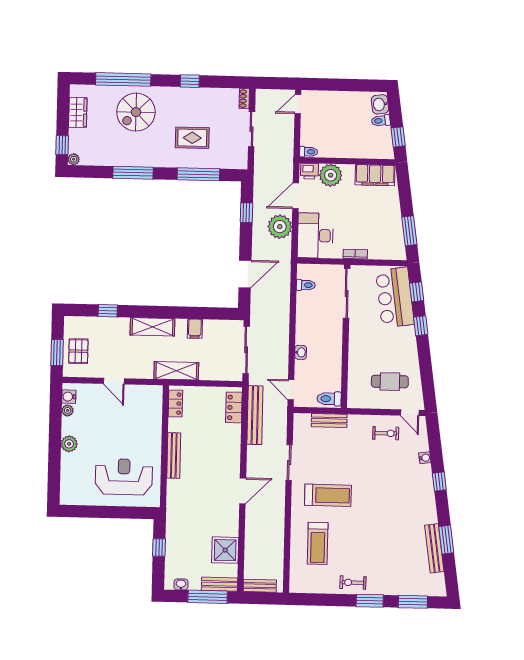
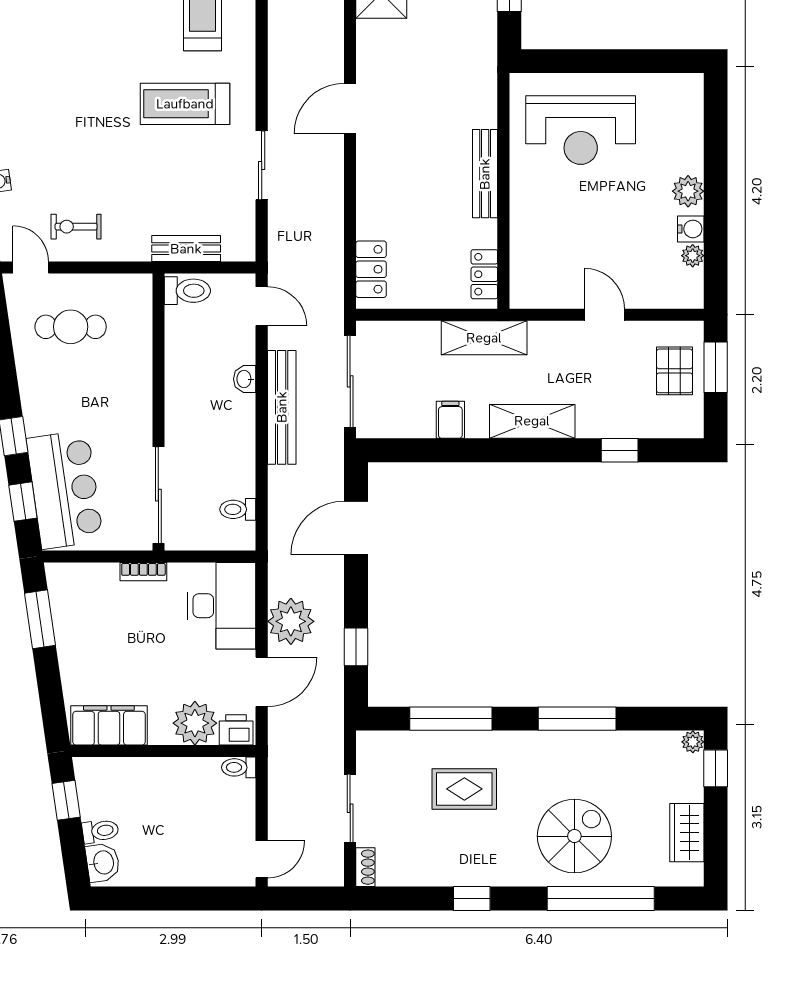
water cooler: (69, 397) -> (691, 229), moved
bench: (255, 415) -> (282, 407), moved

